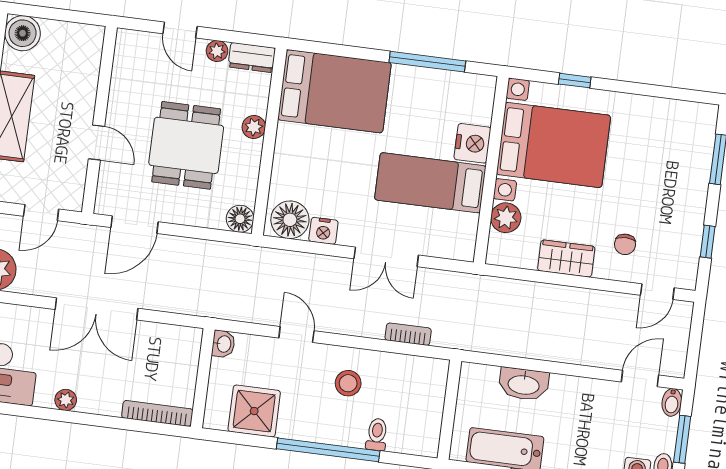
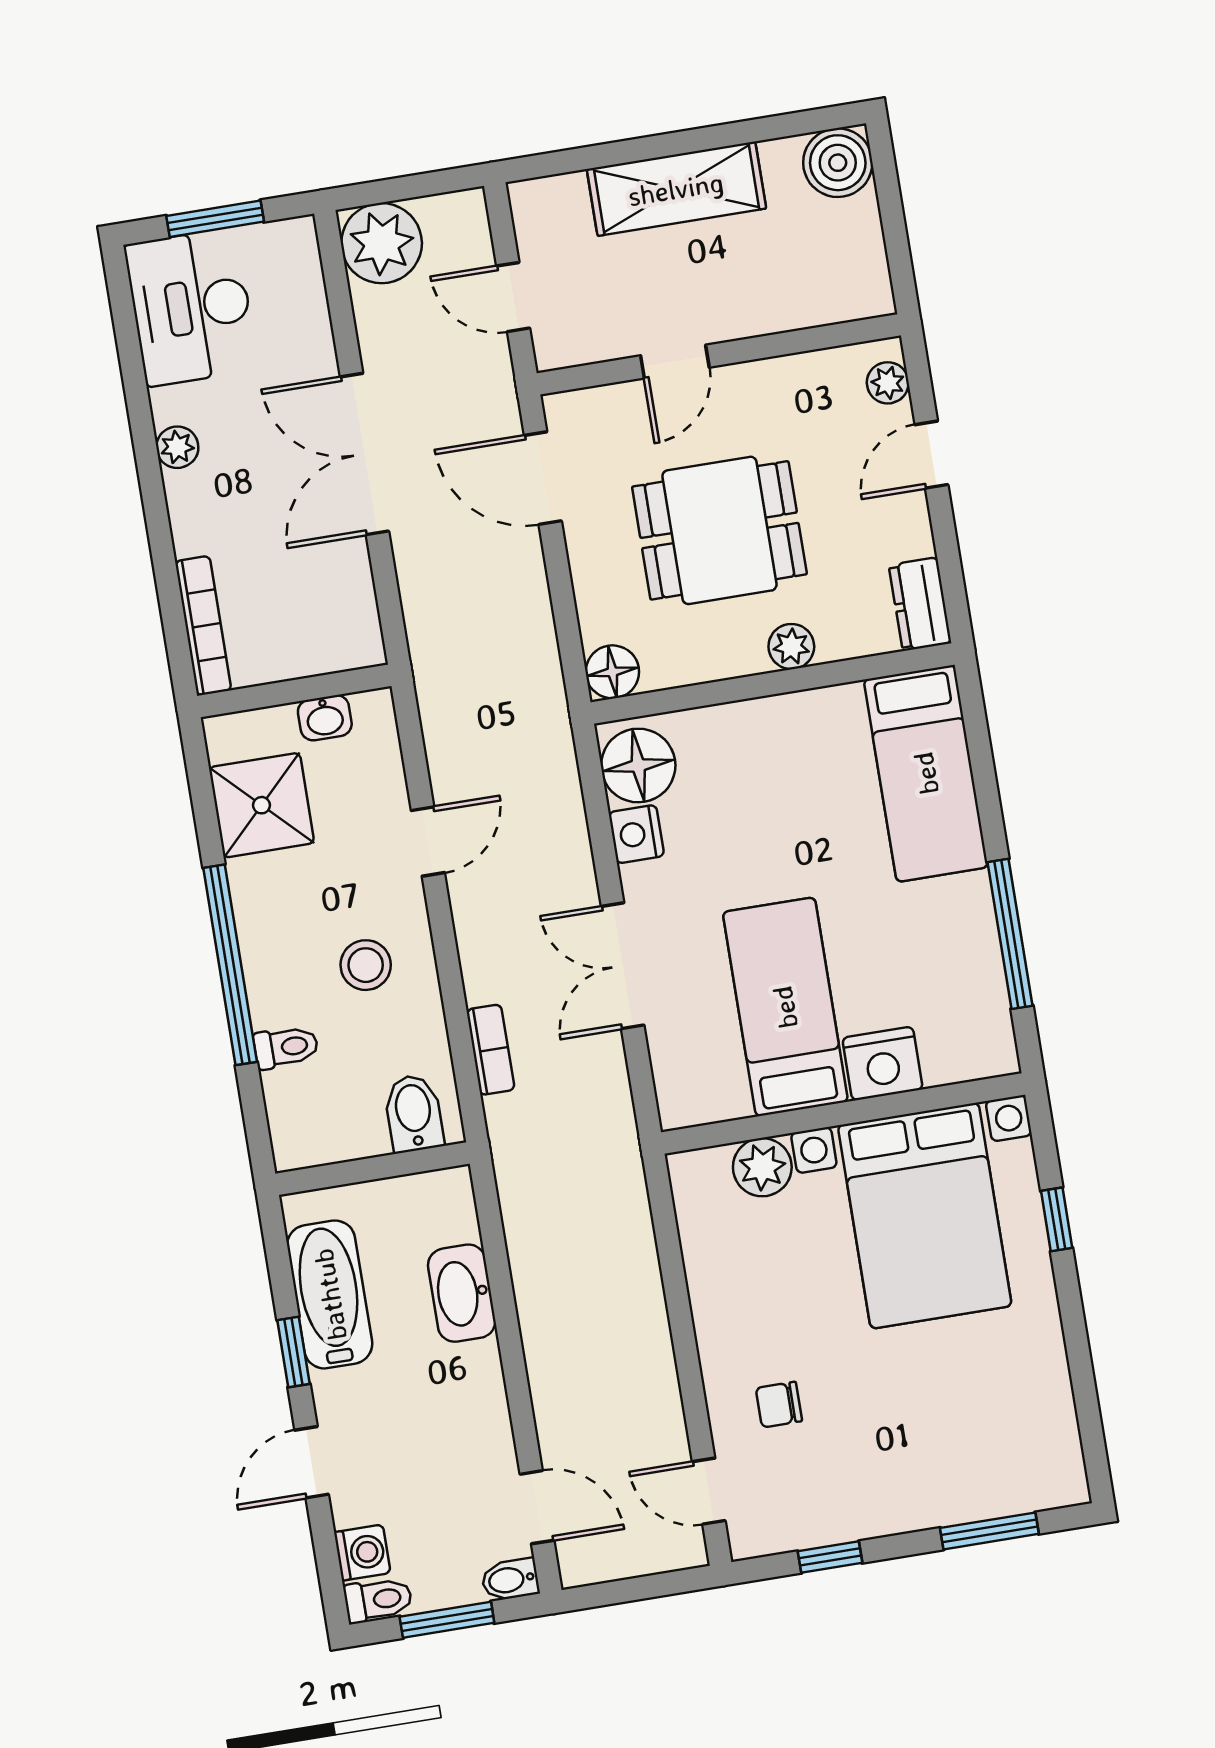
plant: (217, 51) -> (888, 383), moved
bed: (335, 91) -> (926, 773), width x0.67
wardrobe: (566, 259) -> (720, 1303), removed
washbasin: (223, 344) -> (325, 718), moved
bidet: (428, 381) -> (414, 1113), added

